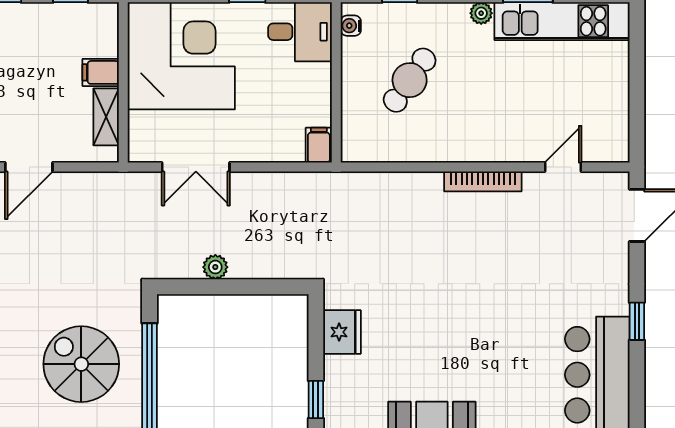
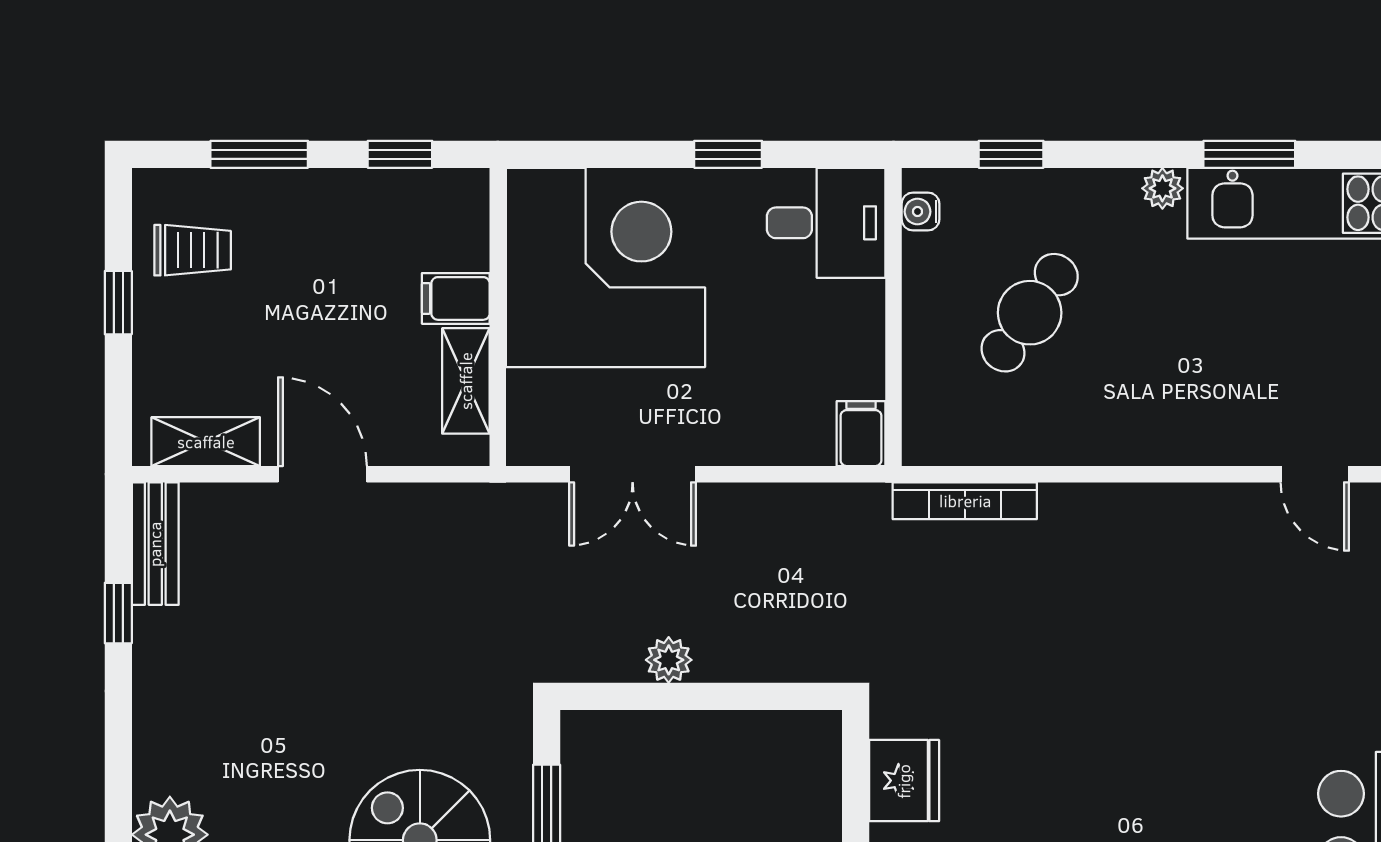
door: (29, 167) -> (322, 474), swing flipped
door: (563, 167) -> (1315, 474), swing flipped
bookcase: (483, 181) -> (965, 501), moved

